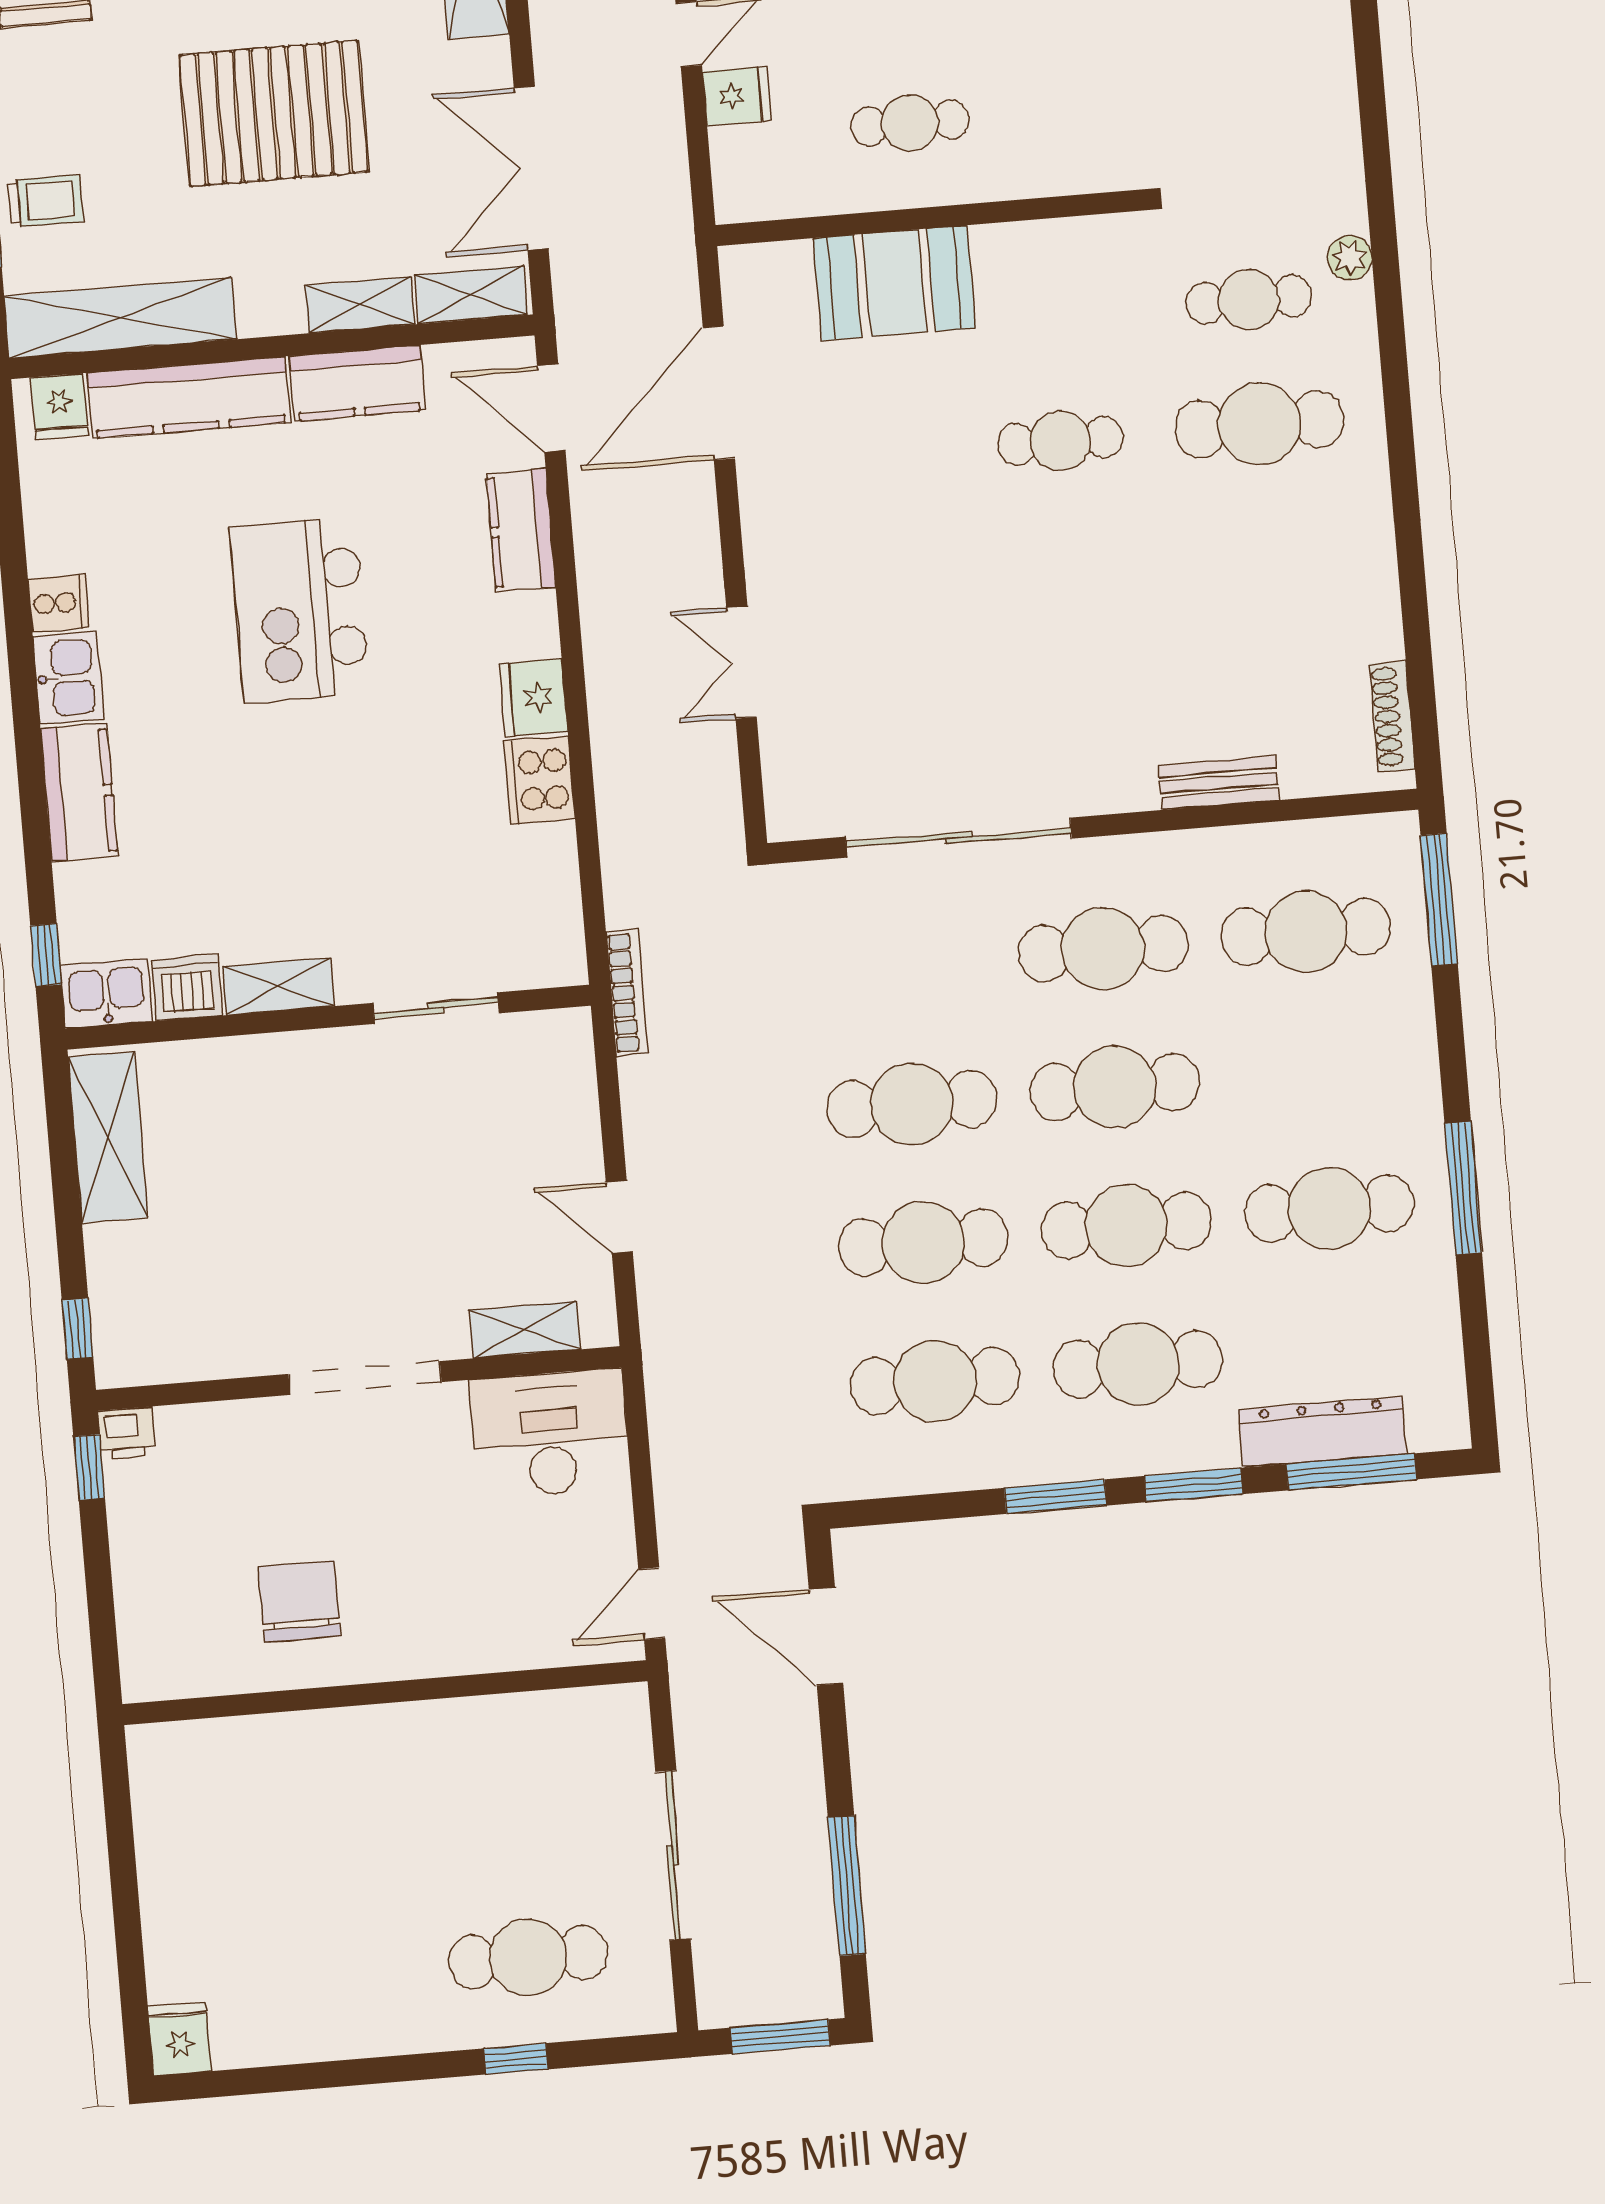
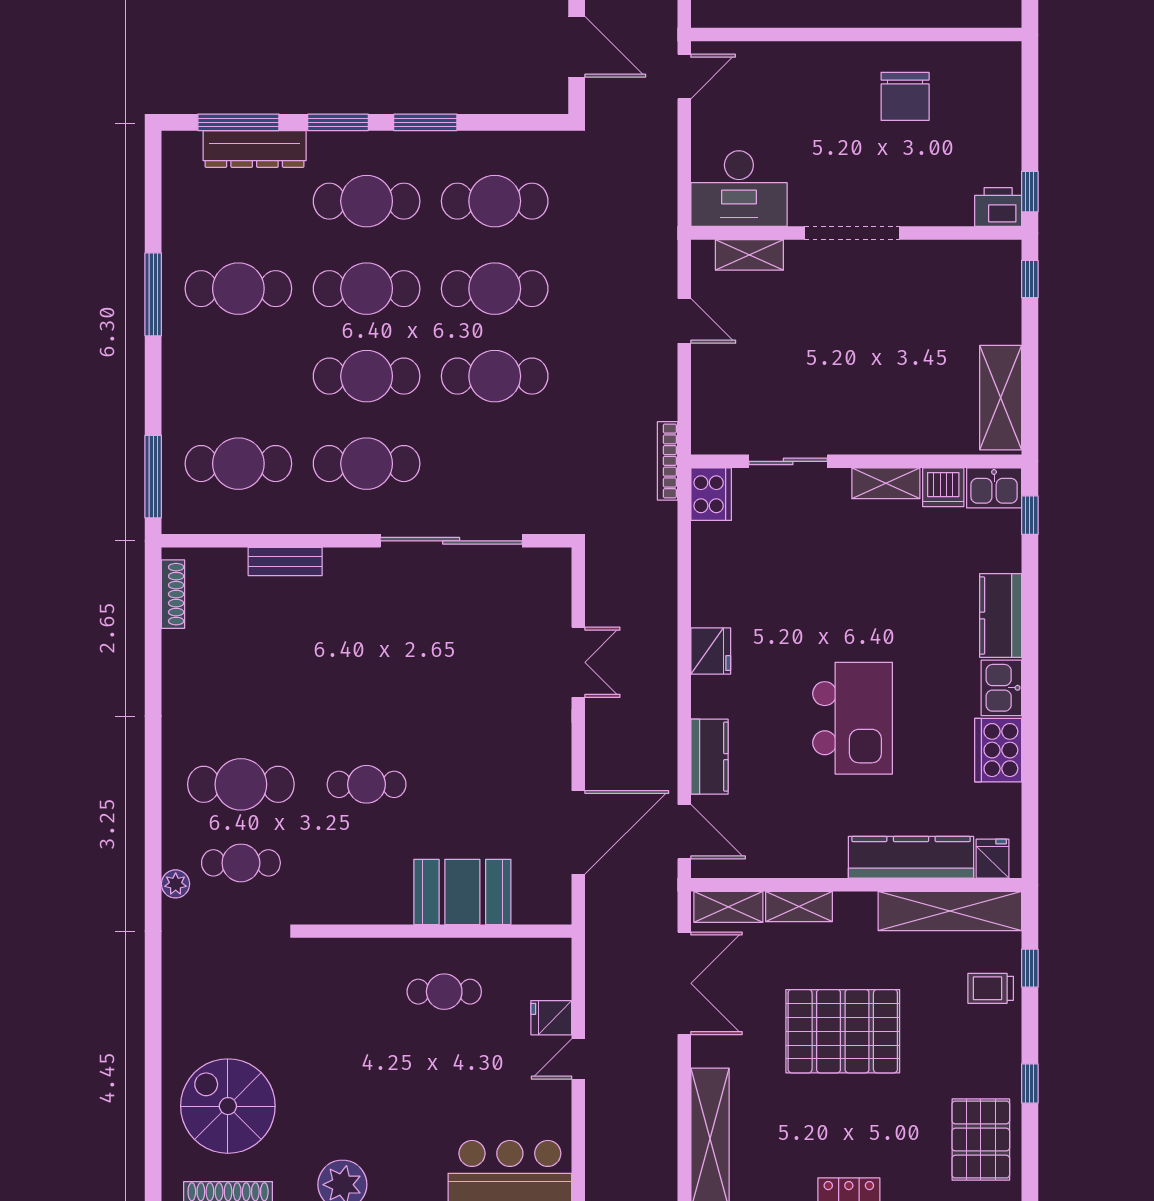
kitchen counter: (357, 383) -> (805, 858), removed
cooker: (58, 603) -> (998, 750), width x1.87, depth x1.31
cooker: (540, 780) -> (711, 494), moved
printer: (127, 1433) -> (998, 207), width x1.36, depth x1.24

